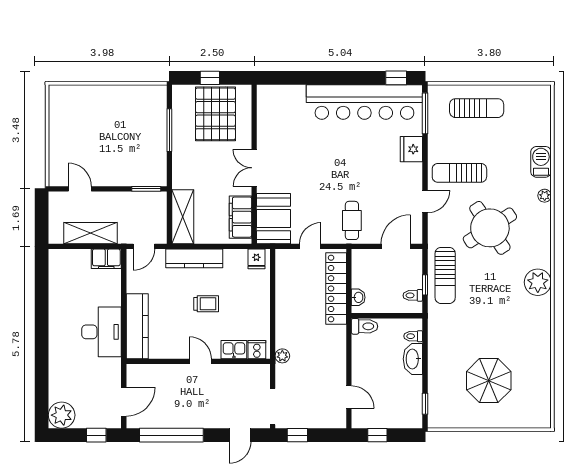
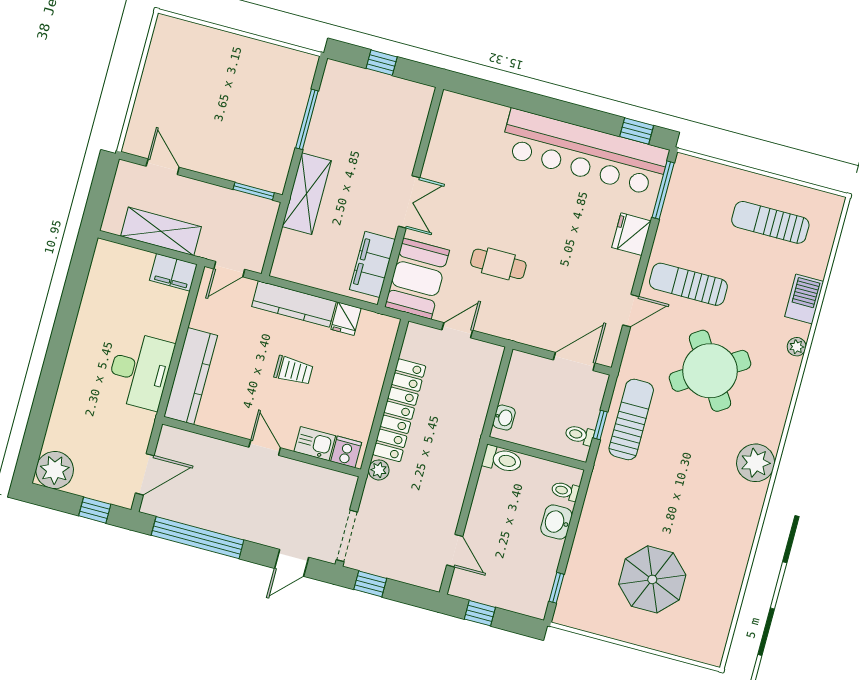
sun lounger: (477, 108) -> (770, 222), moved, turned 180
pallet: (215, 114) -> (376, 114), removed
double door: (254, 168) -> (409, 202), swing flipped
shelving: (183, 217) -> (307, 194), moved
cafe table: (352, 220) -> (498, 264), moved, turned 90
fridge: (256, 259) -> (346, 319), moved
sun lounger: (445, 275) -> (631, 419), turned 180
locker: (336, 288) -> (399, 410), moved, turned 180
washbasin: (413, 359) -> (556, 522), width x0.72

